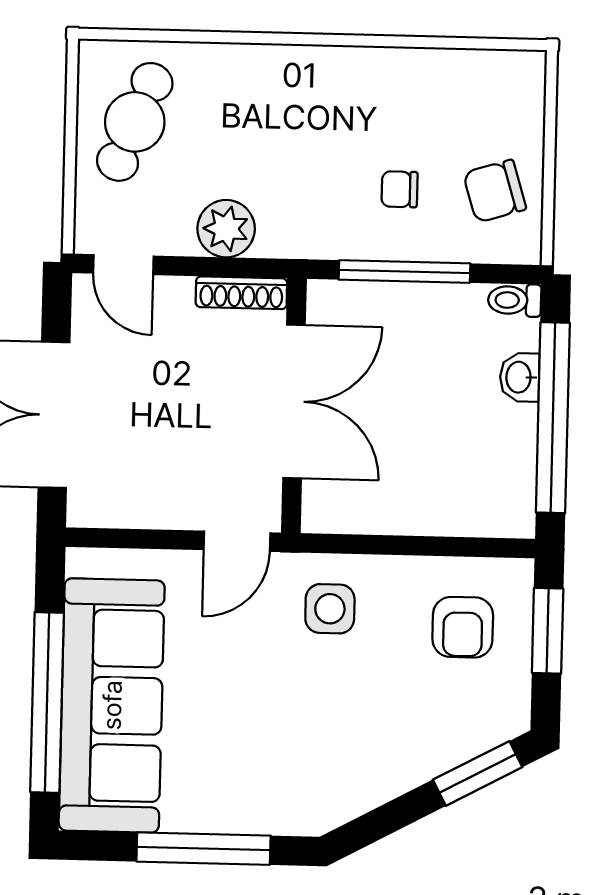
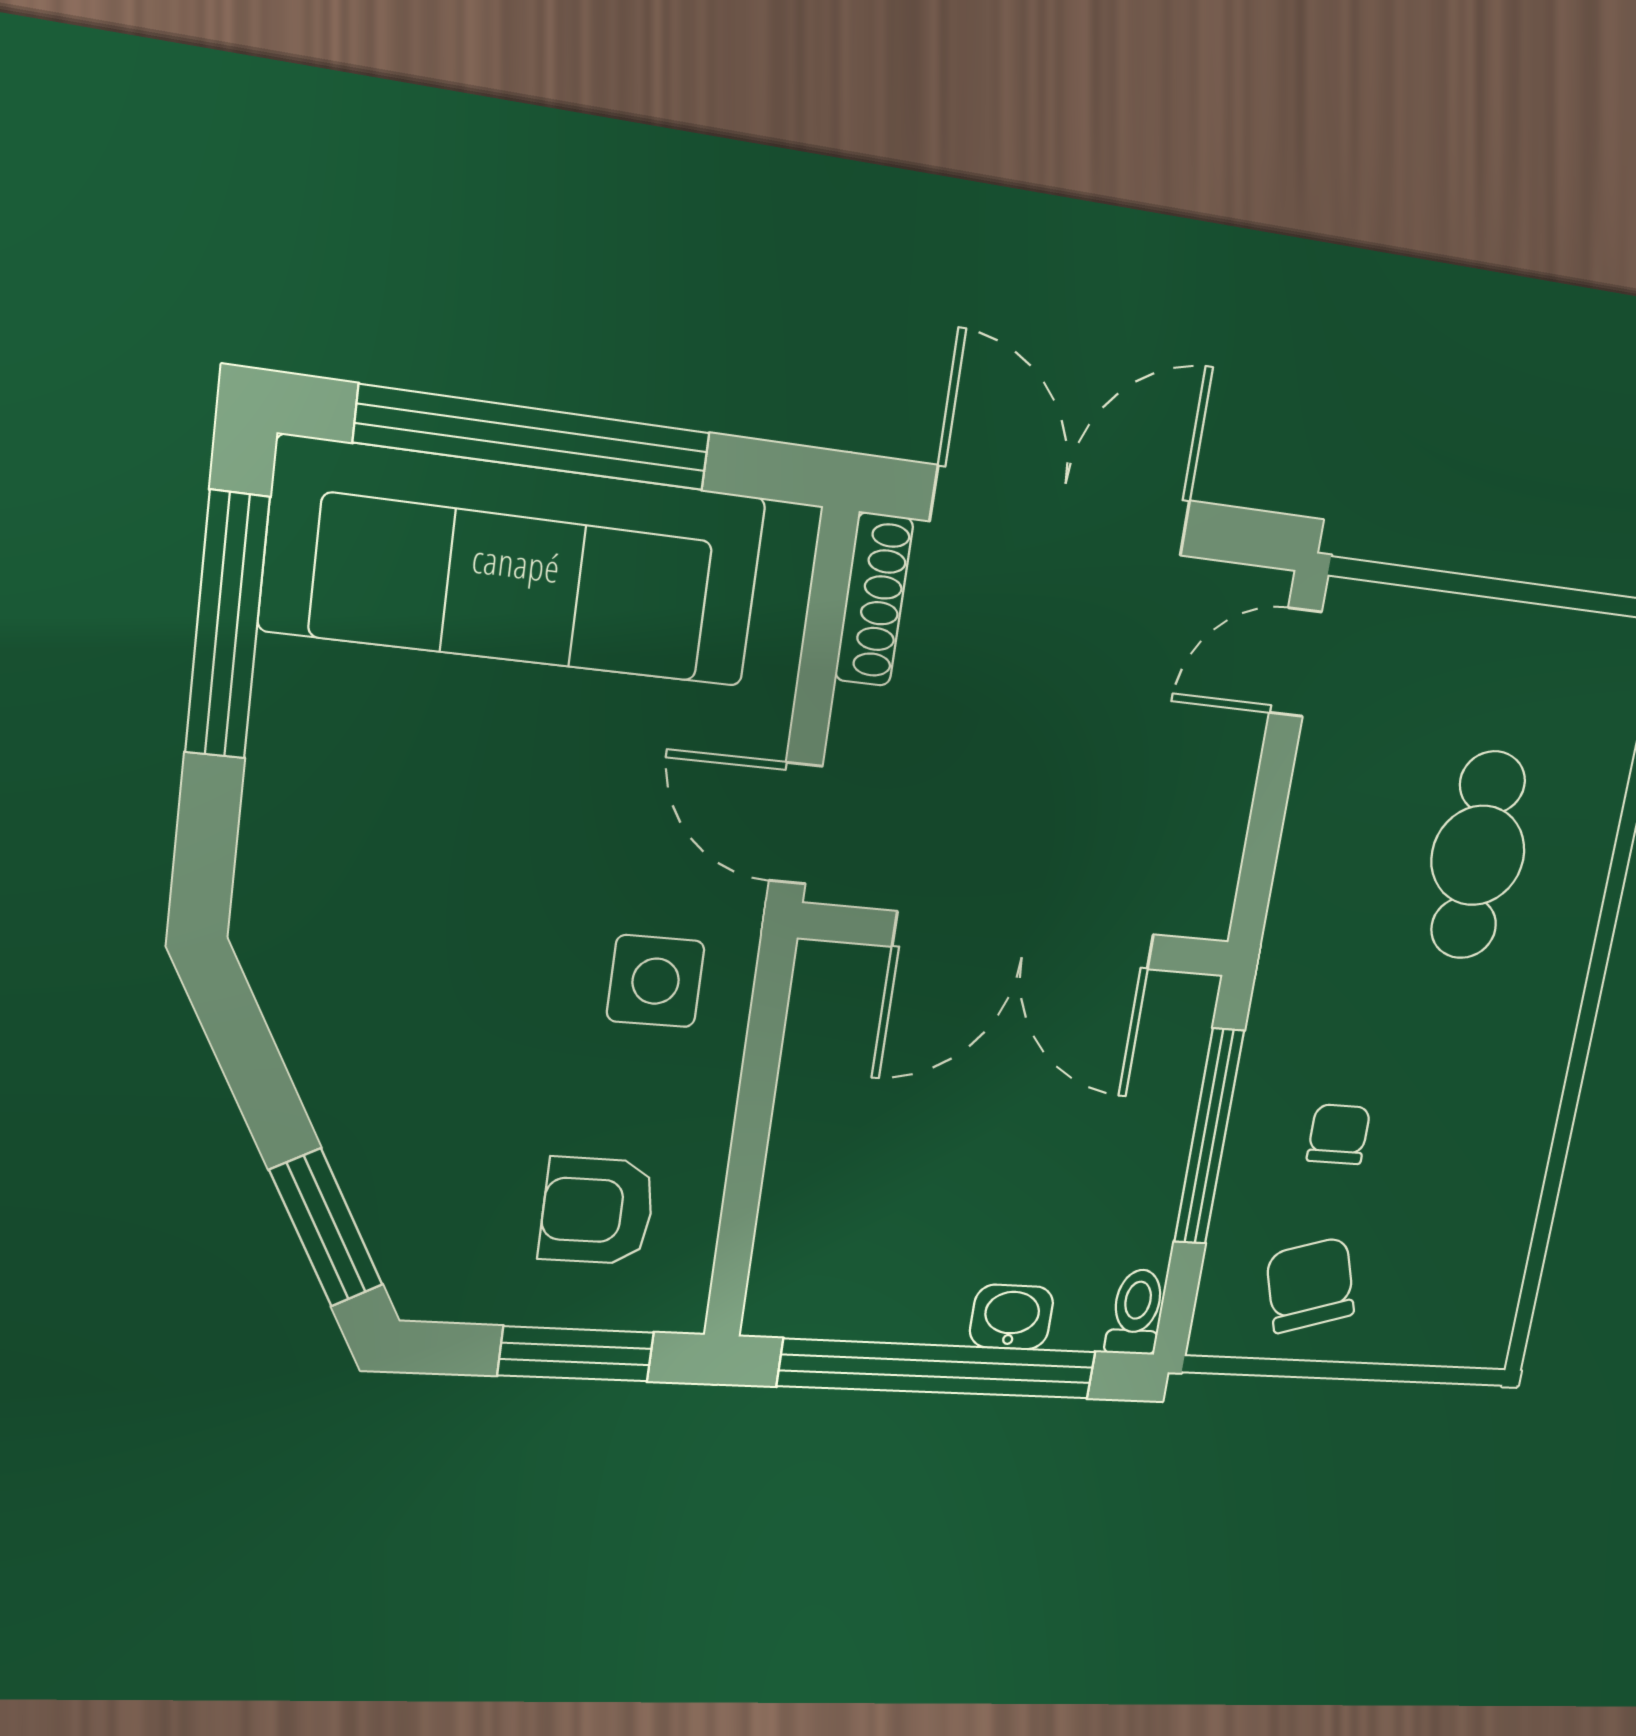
cafe table: (135, 122) -> (1478, 855), moved, turned 68
plant: (226, 229) -> (1325, 845), removed
shoe rack: (241, 293) -> (874, 599), moved, turned 180
window: (204, 849) -> (227, 625), moved

